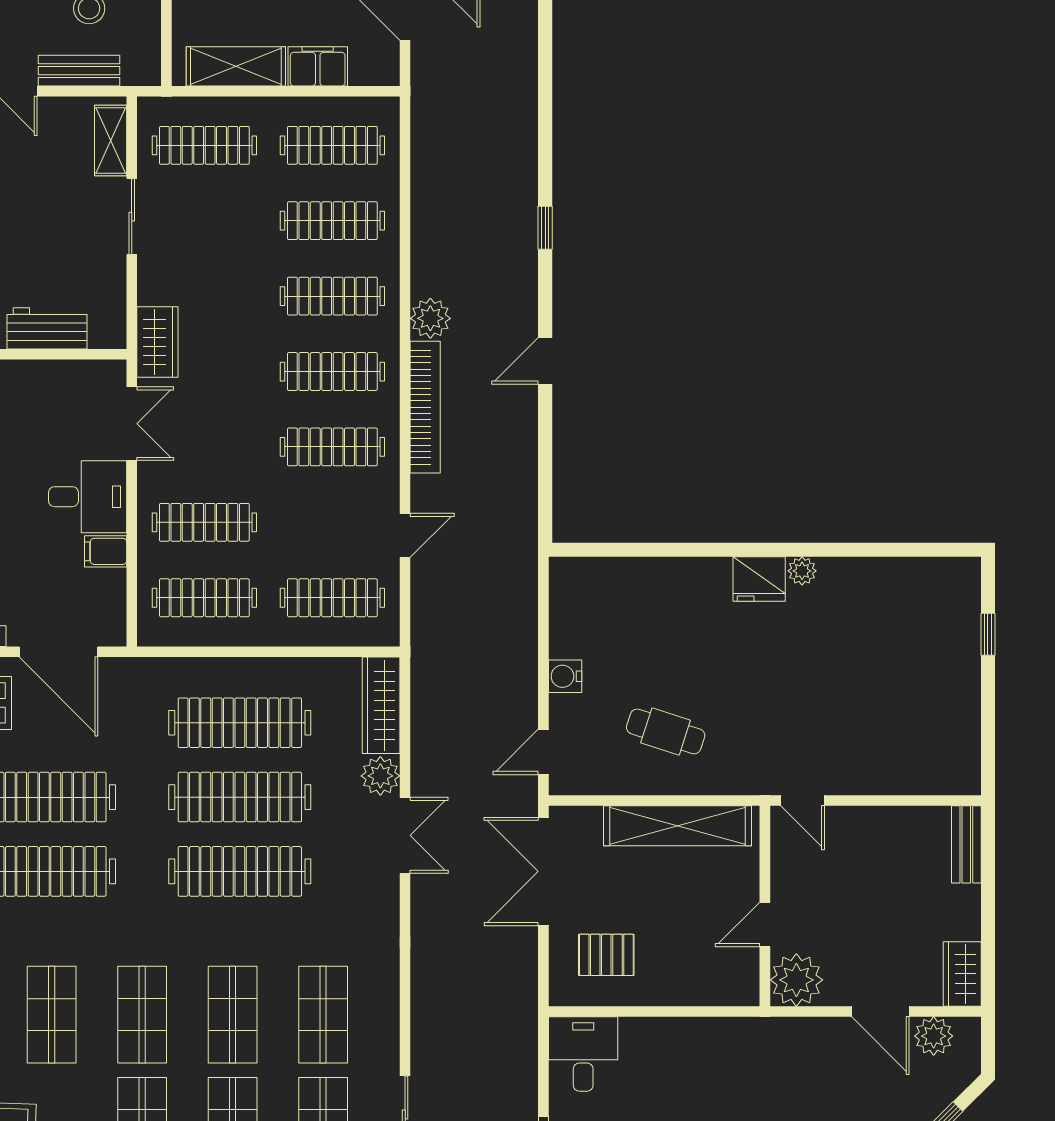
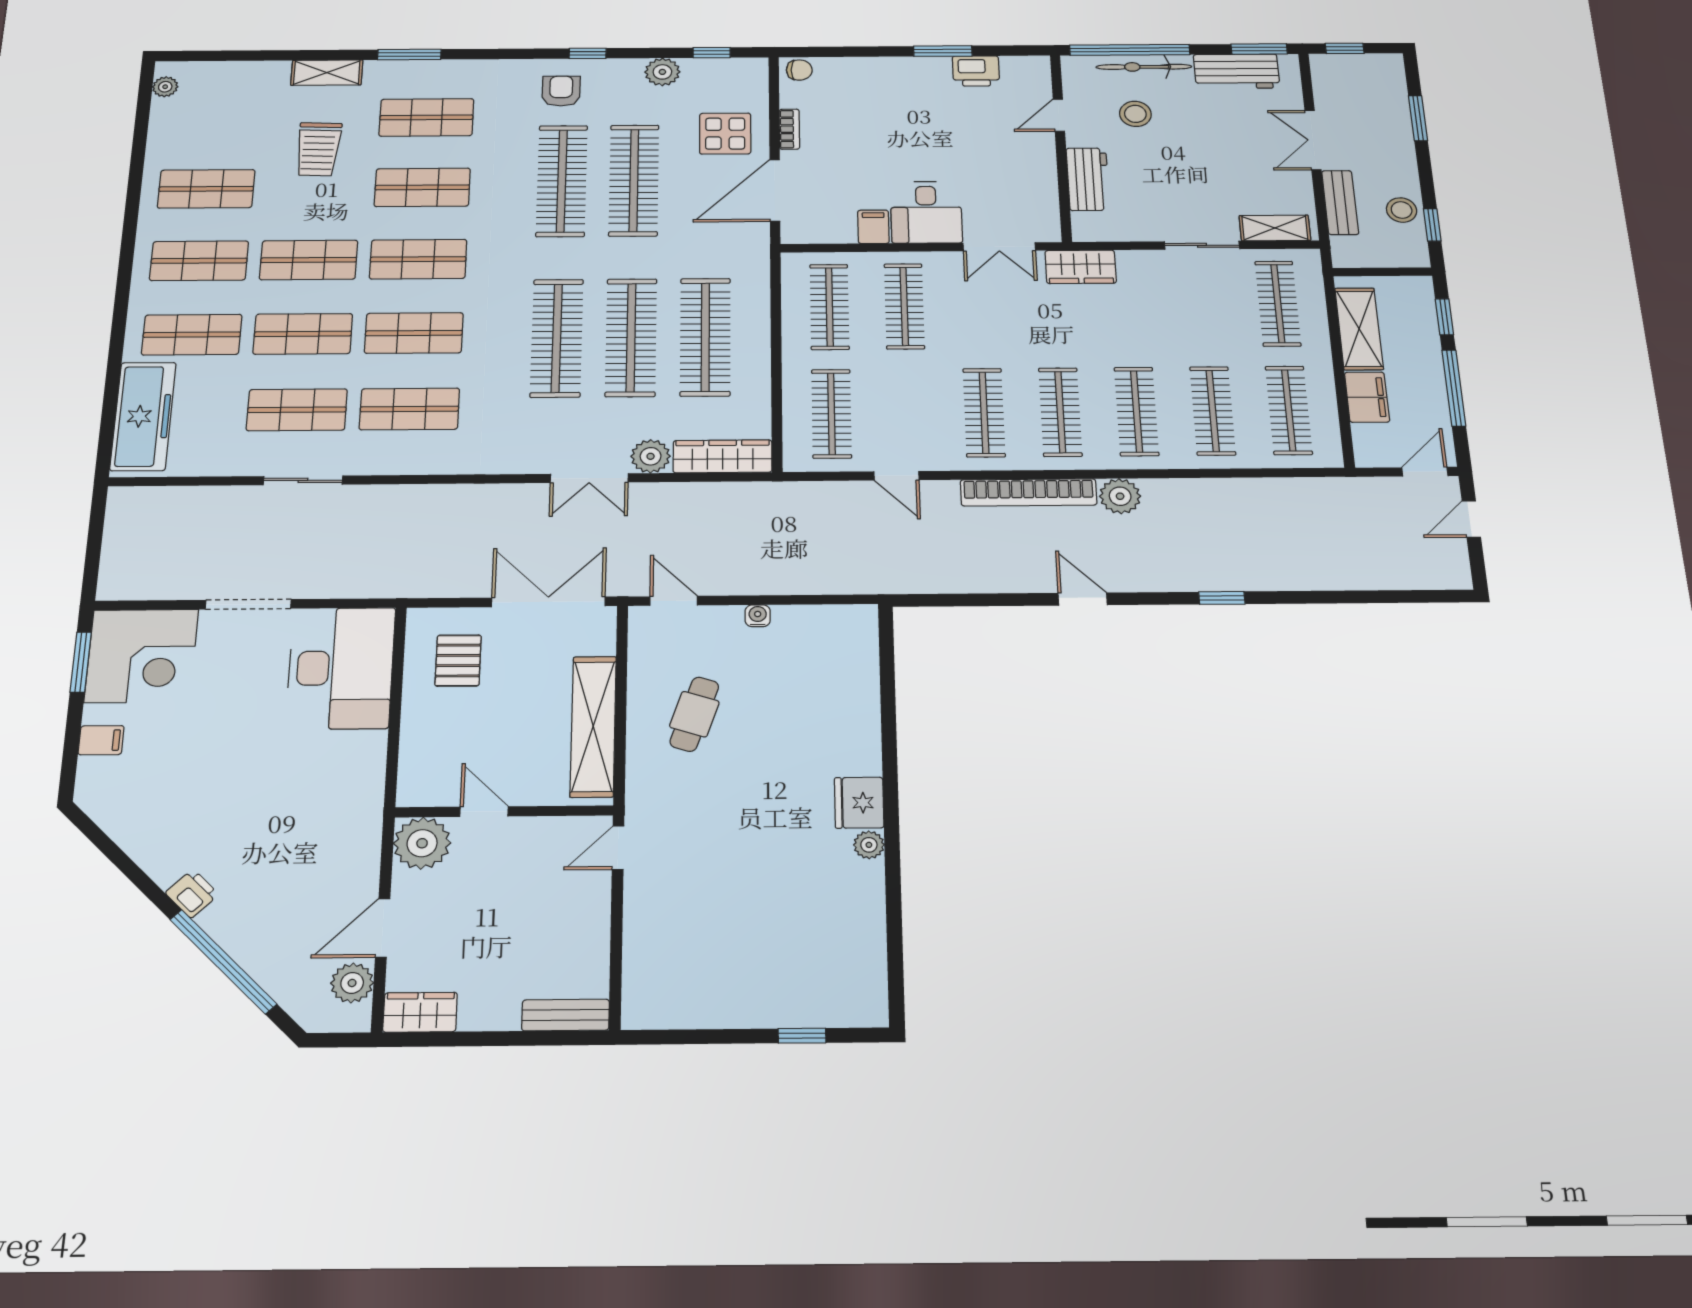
water cooler: (565, 676) -> (758, 616), width x0.72, depth x0.72
desk: (583, 1054) -> (341, 668), width x1.87, depth x1.30

